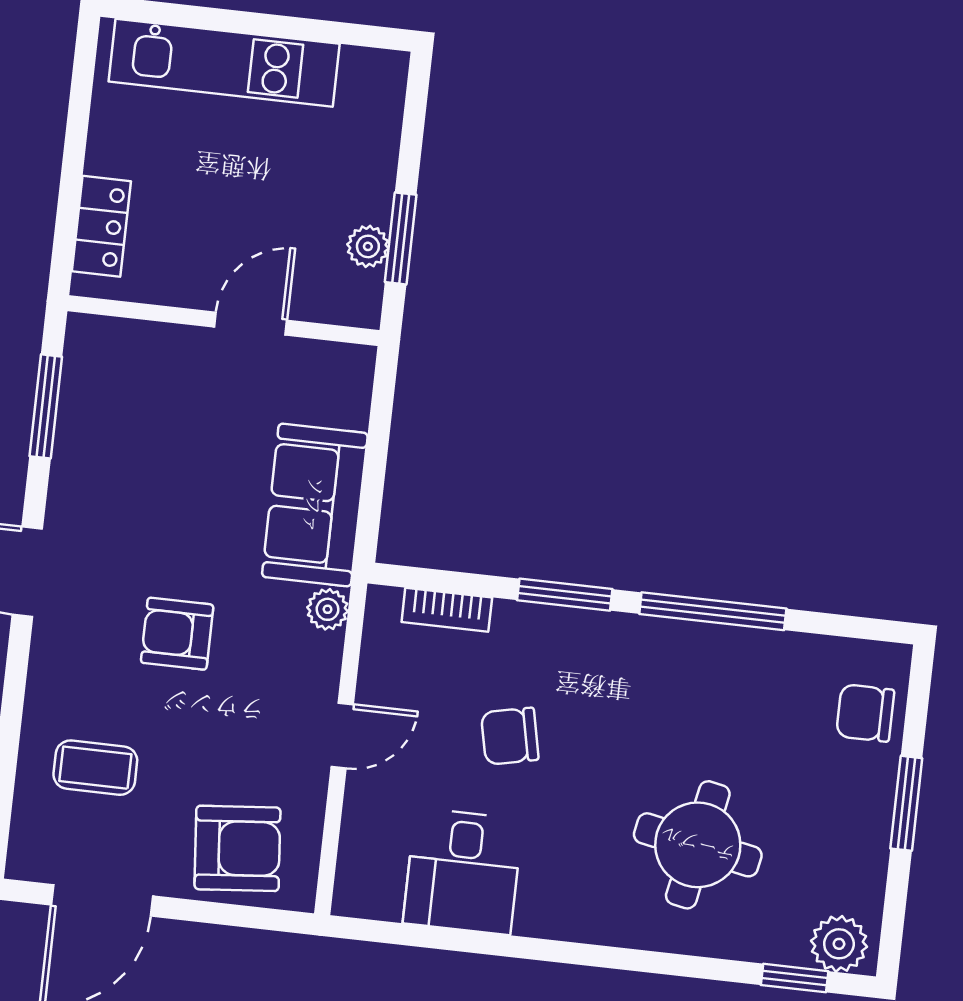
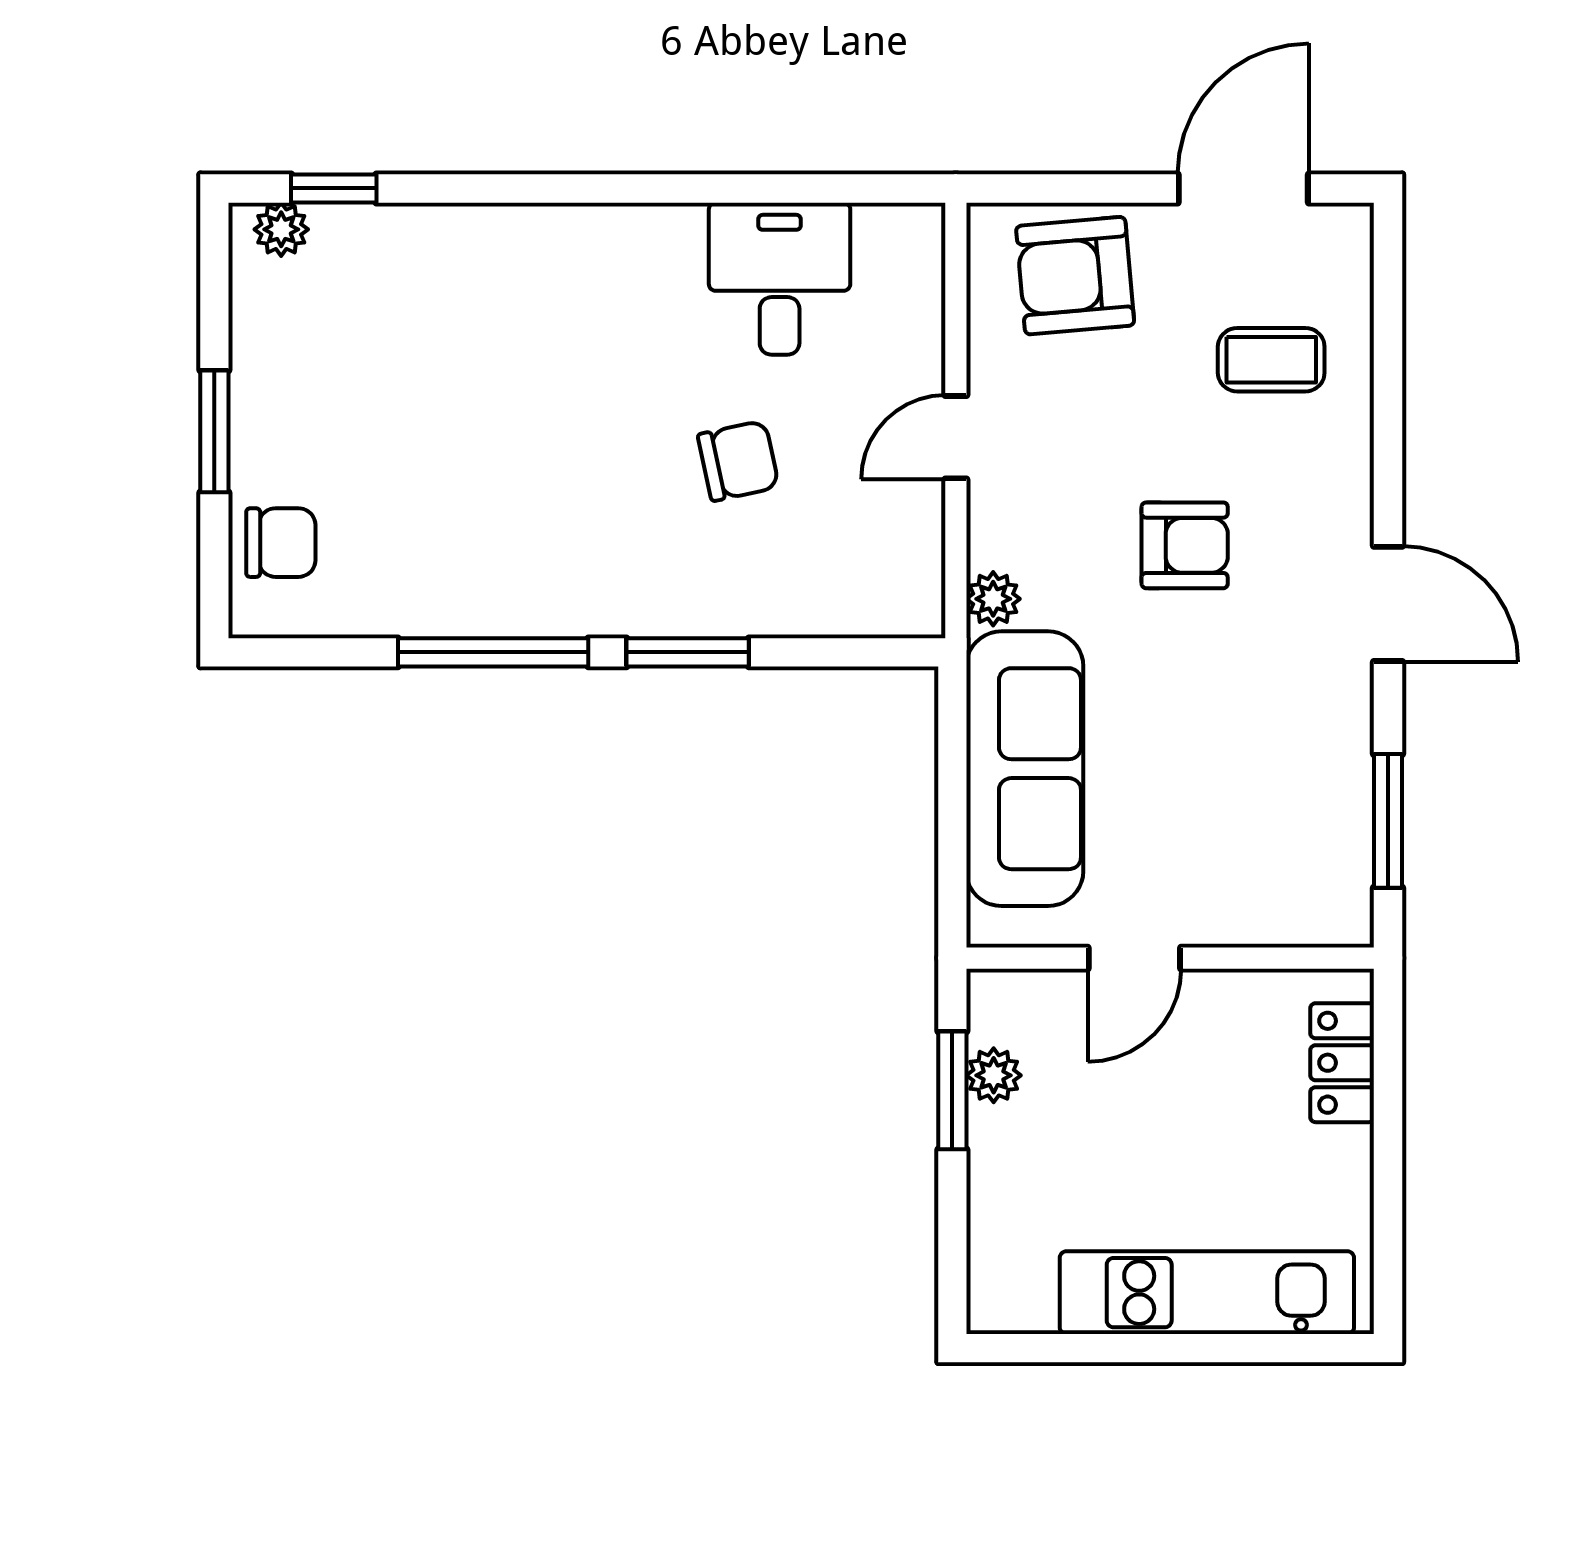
sofa: (315, 505) -> (1025, 769), width x1.36
bookcase: (447, 610) -> (838, 616), removed
round table: (698, 845) -> (479, 347), removed
plant: (839, 944) -> (281, 229), width x0.73, depth x0.73

